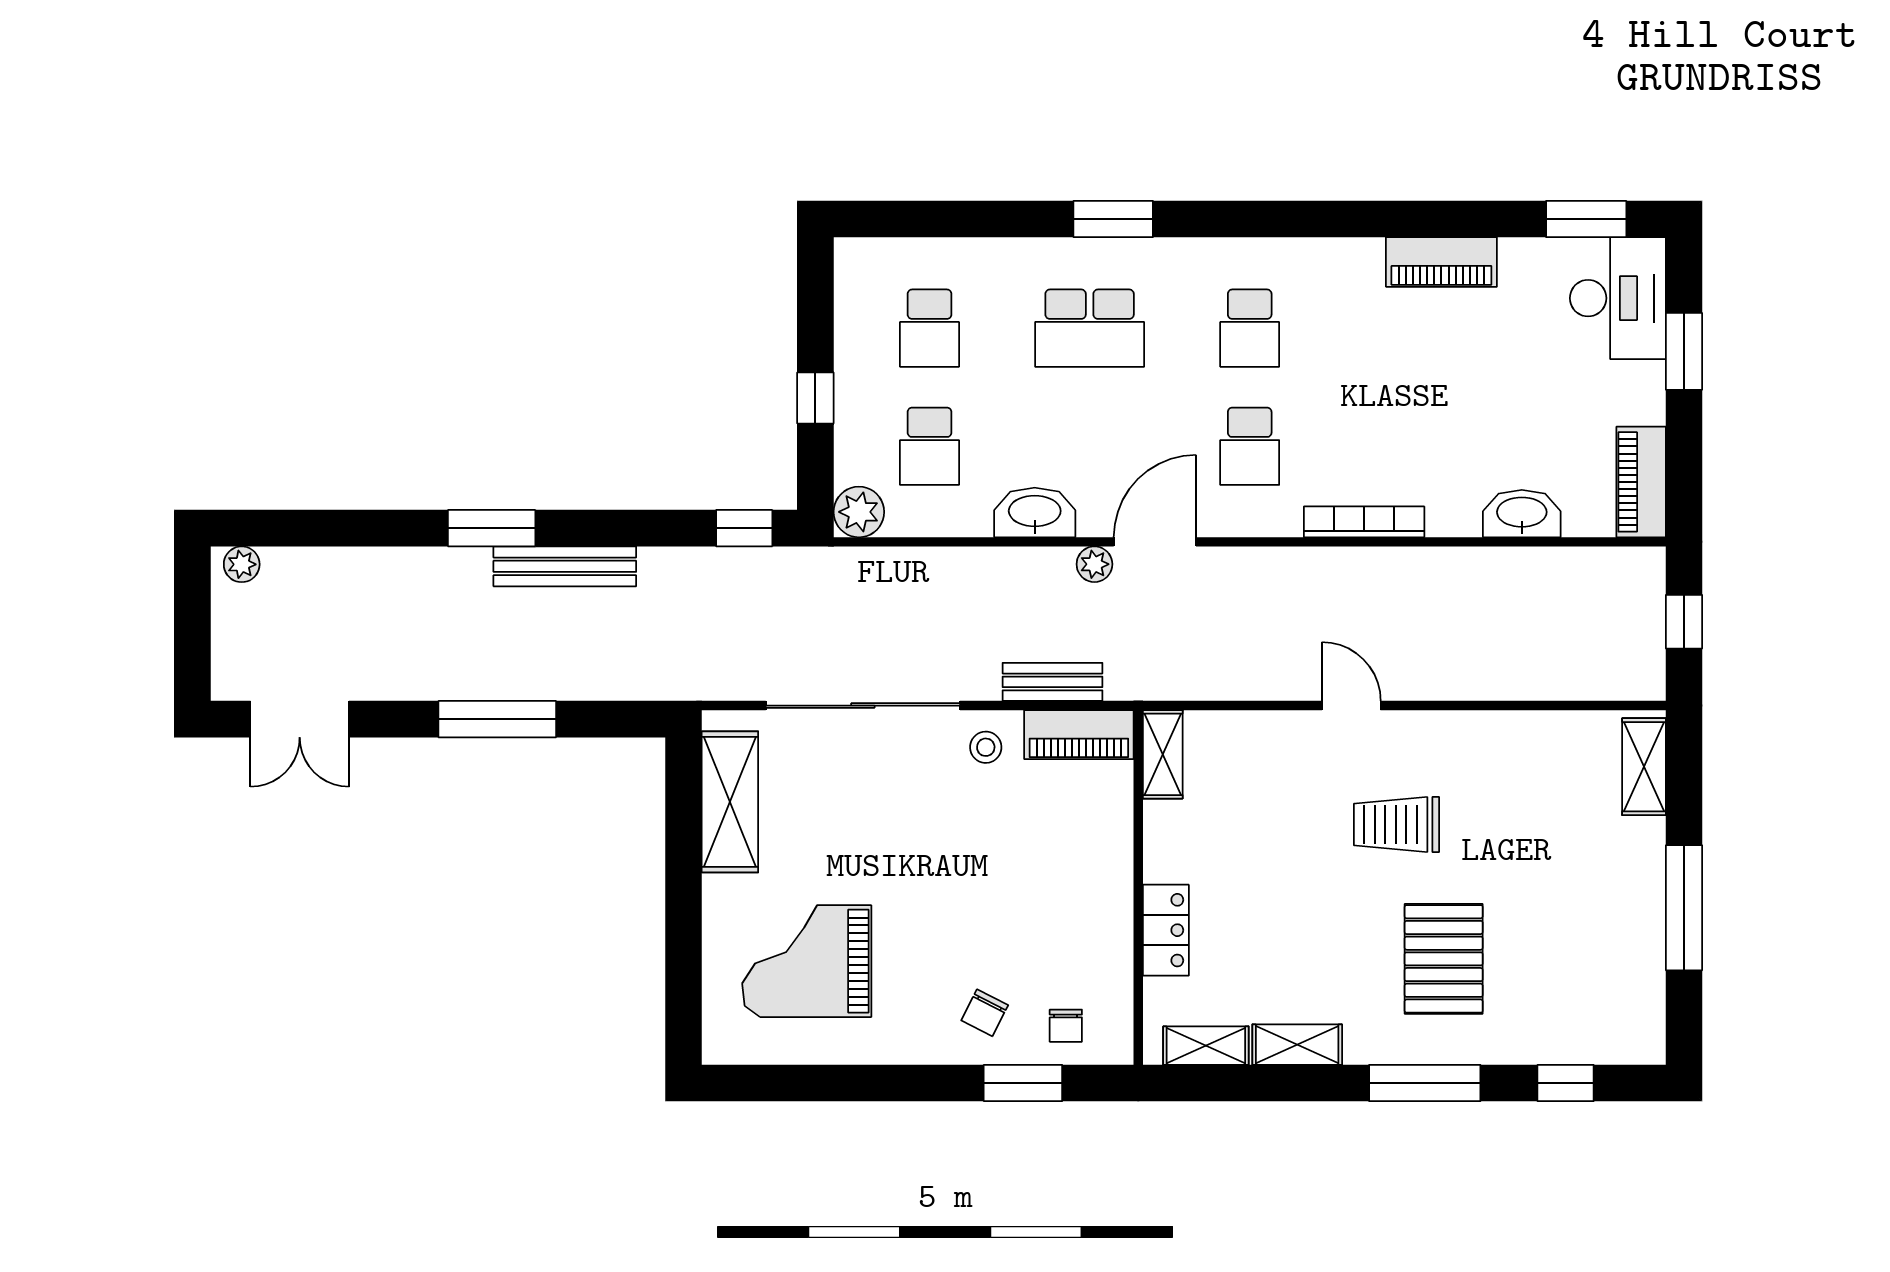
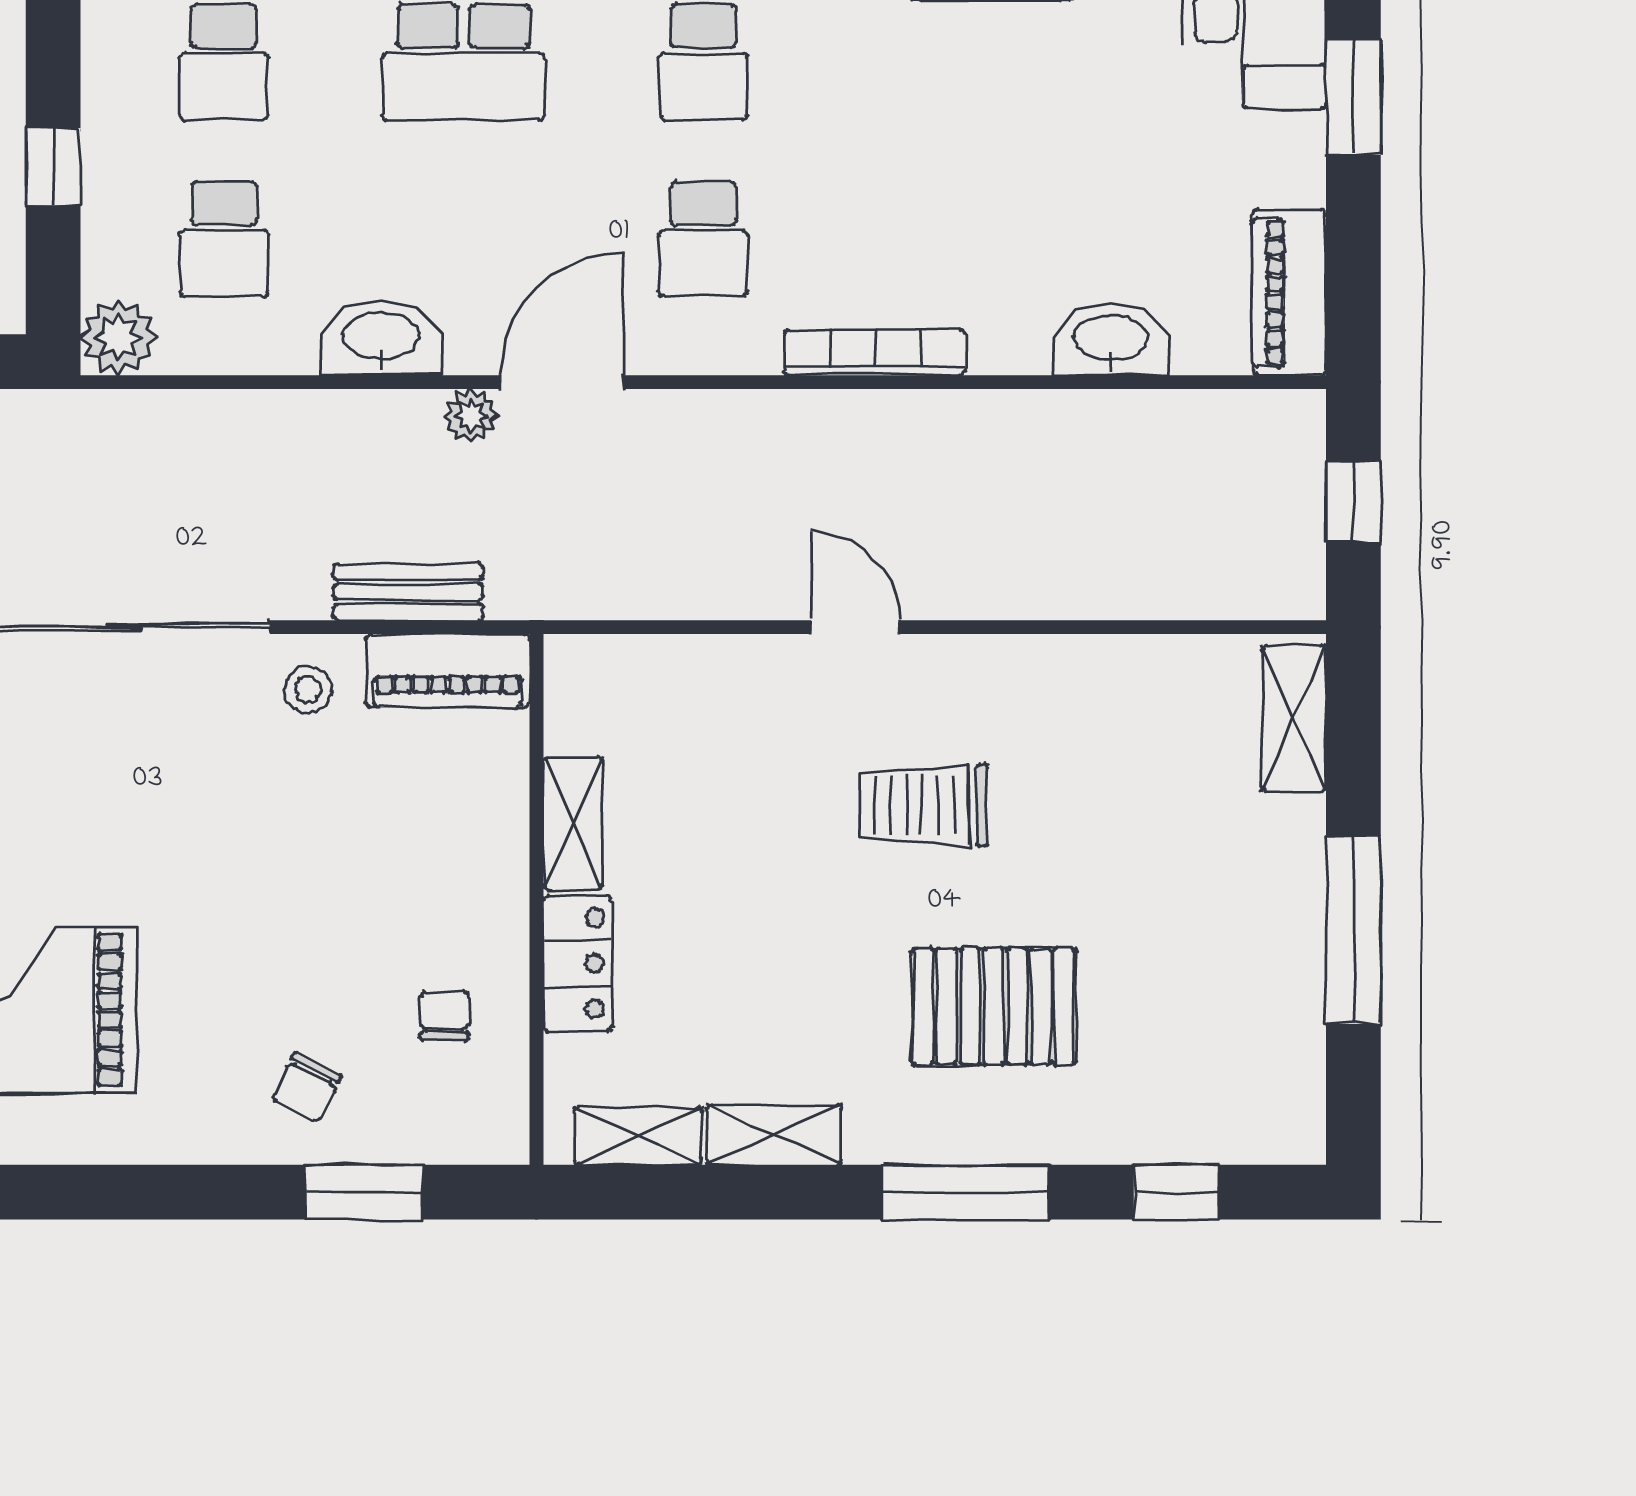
shelving: (1163, 754) -> (573, 824), moved
pallet: (1444, 959) -> (994, 1006), turned 90
chair: (1066, 1026) -> (444, 1016), moved, turned 180

